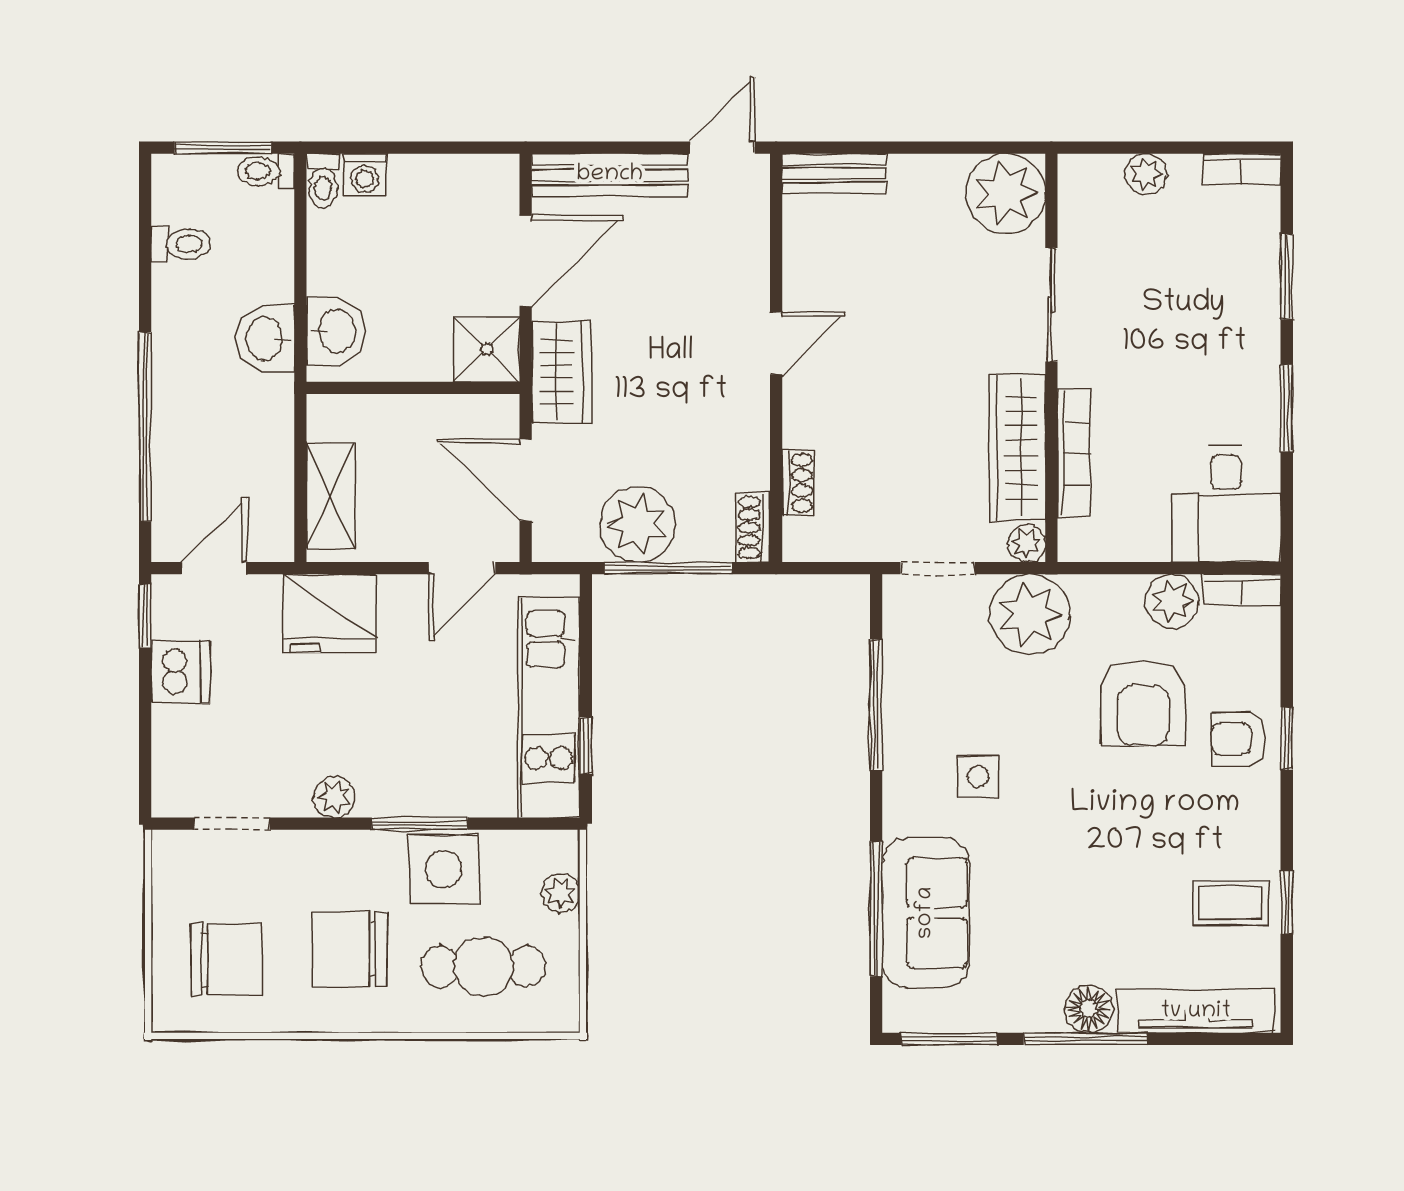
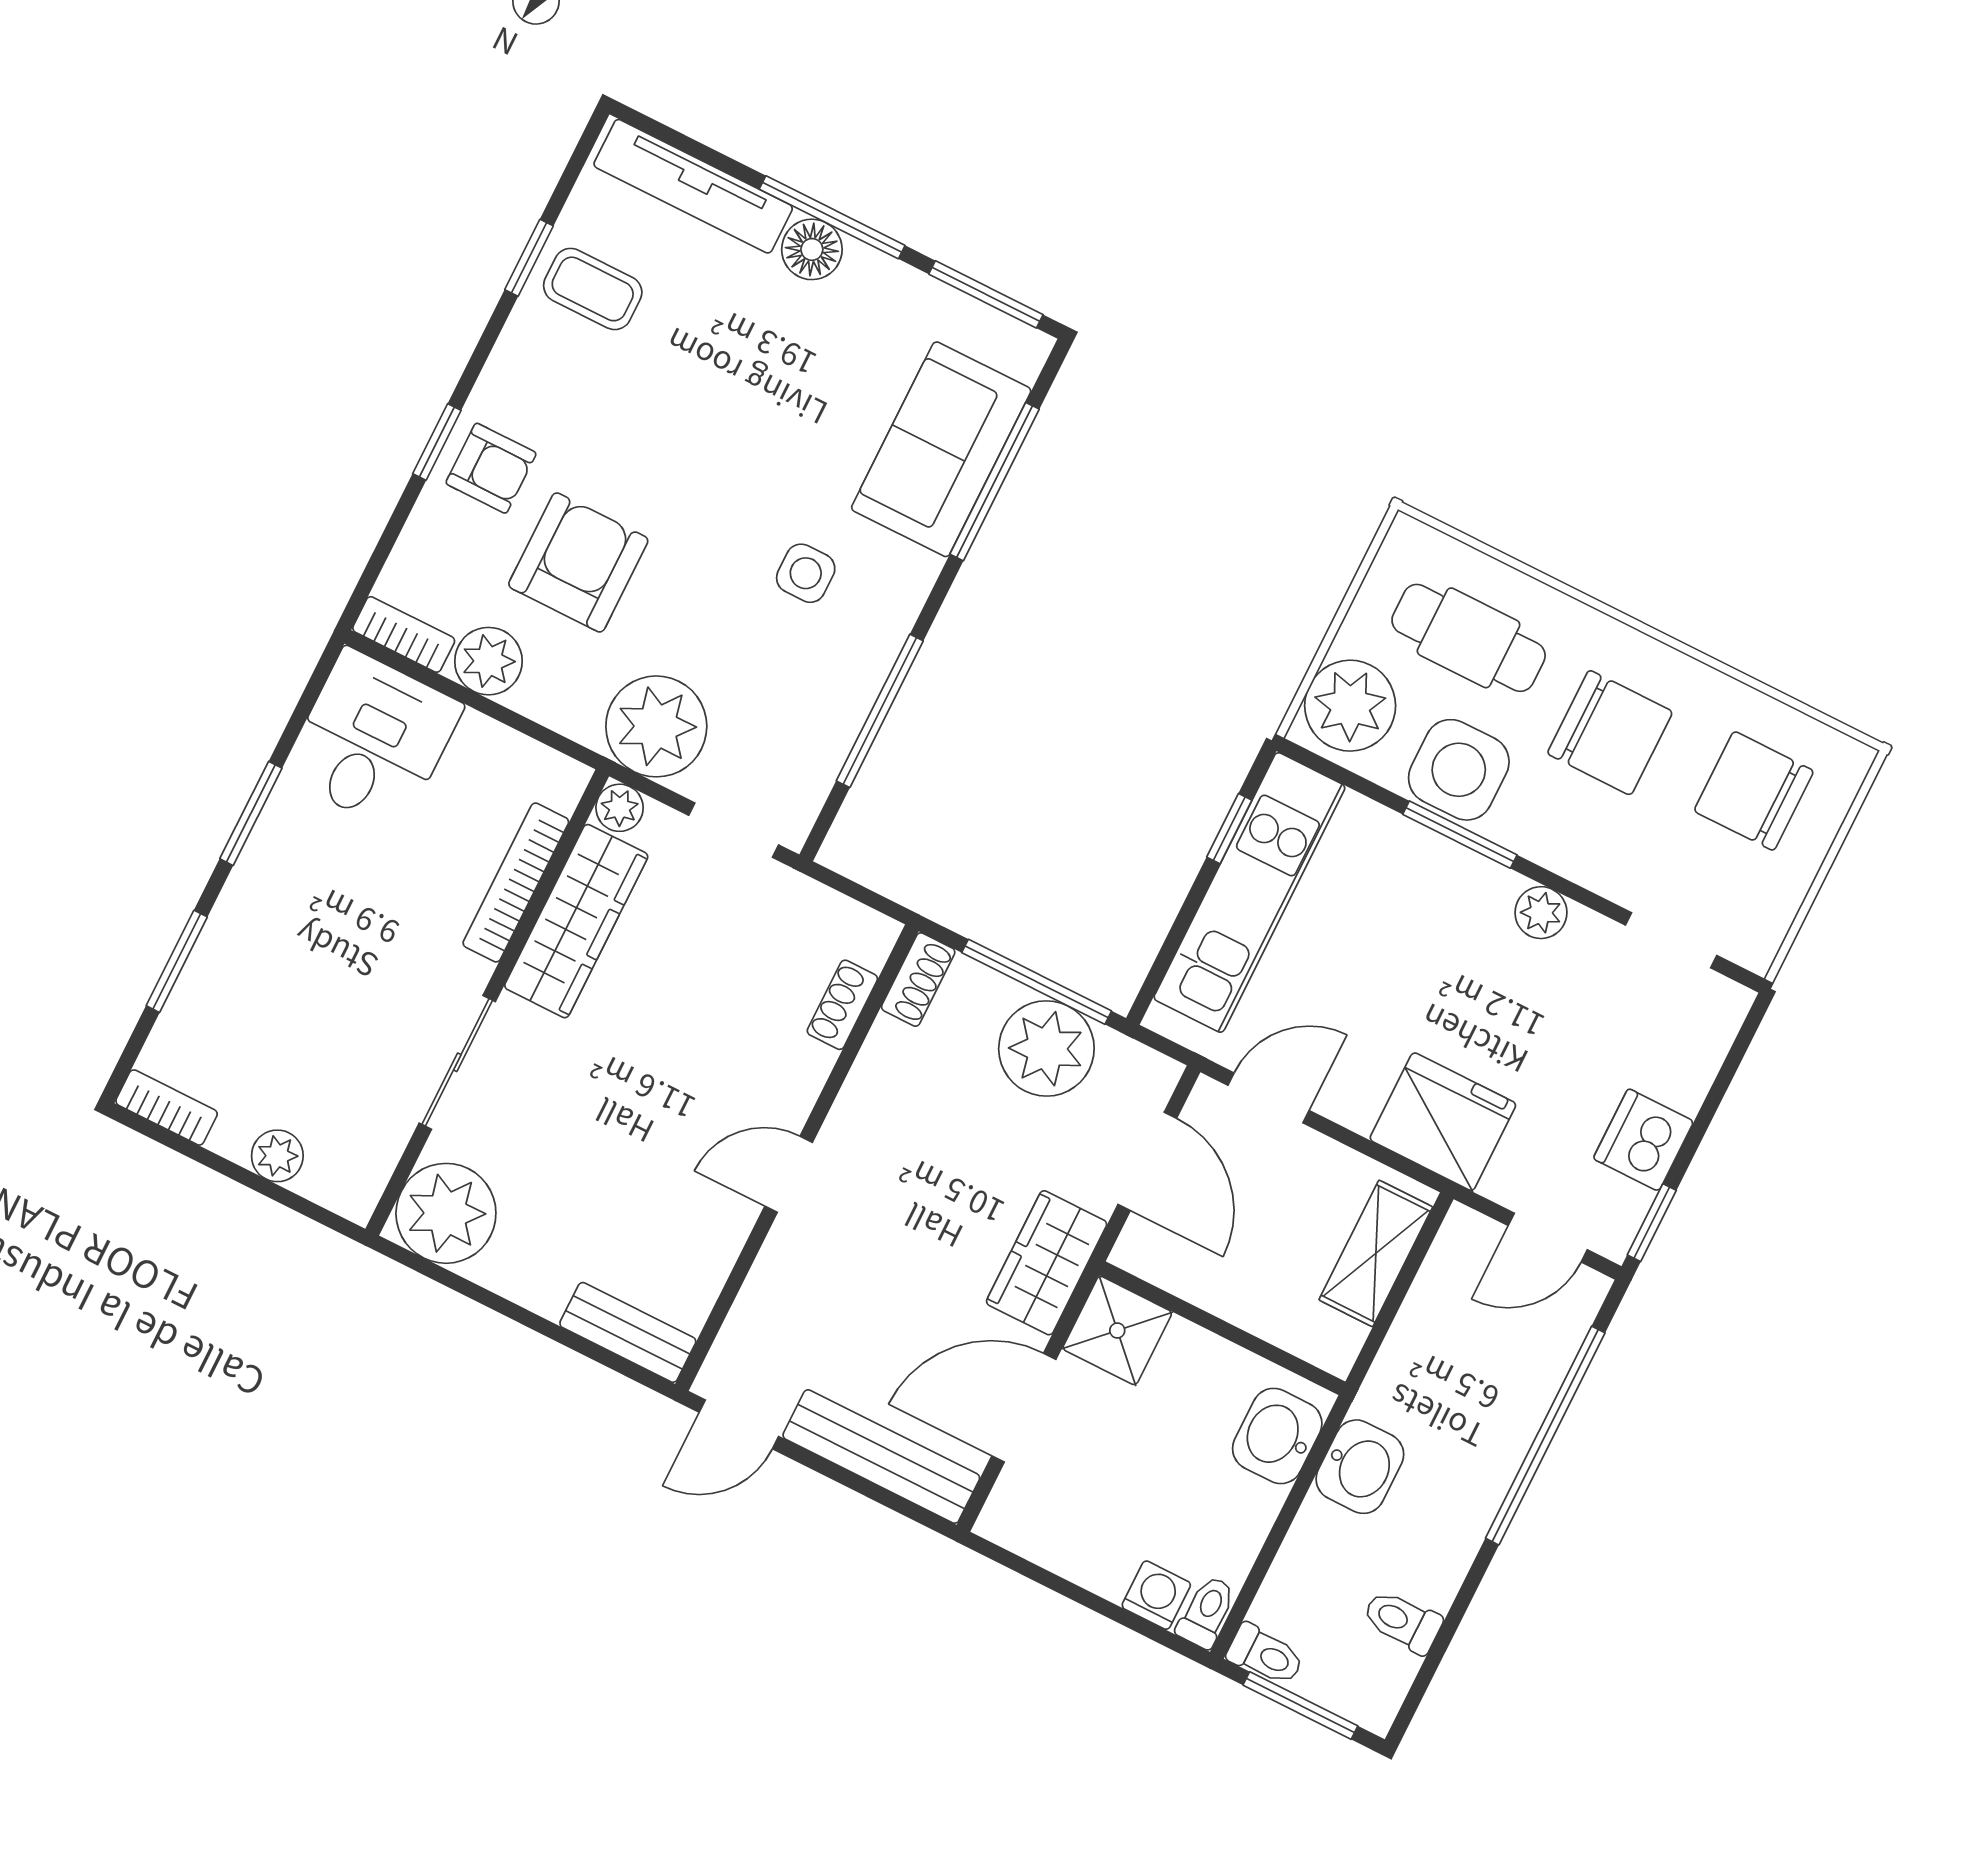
plant: (561, 893) -> (1350, 706), width x1.88, depth x1.88

